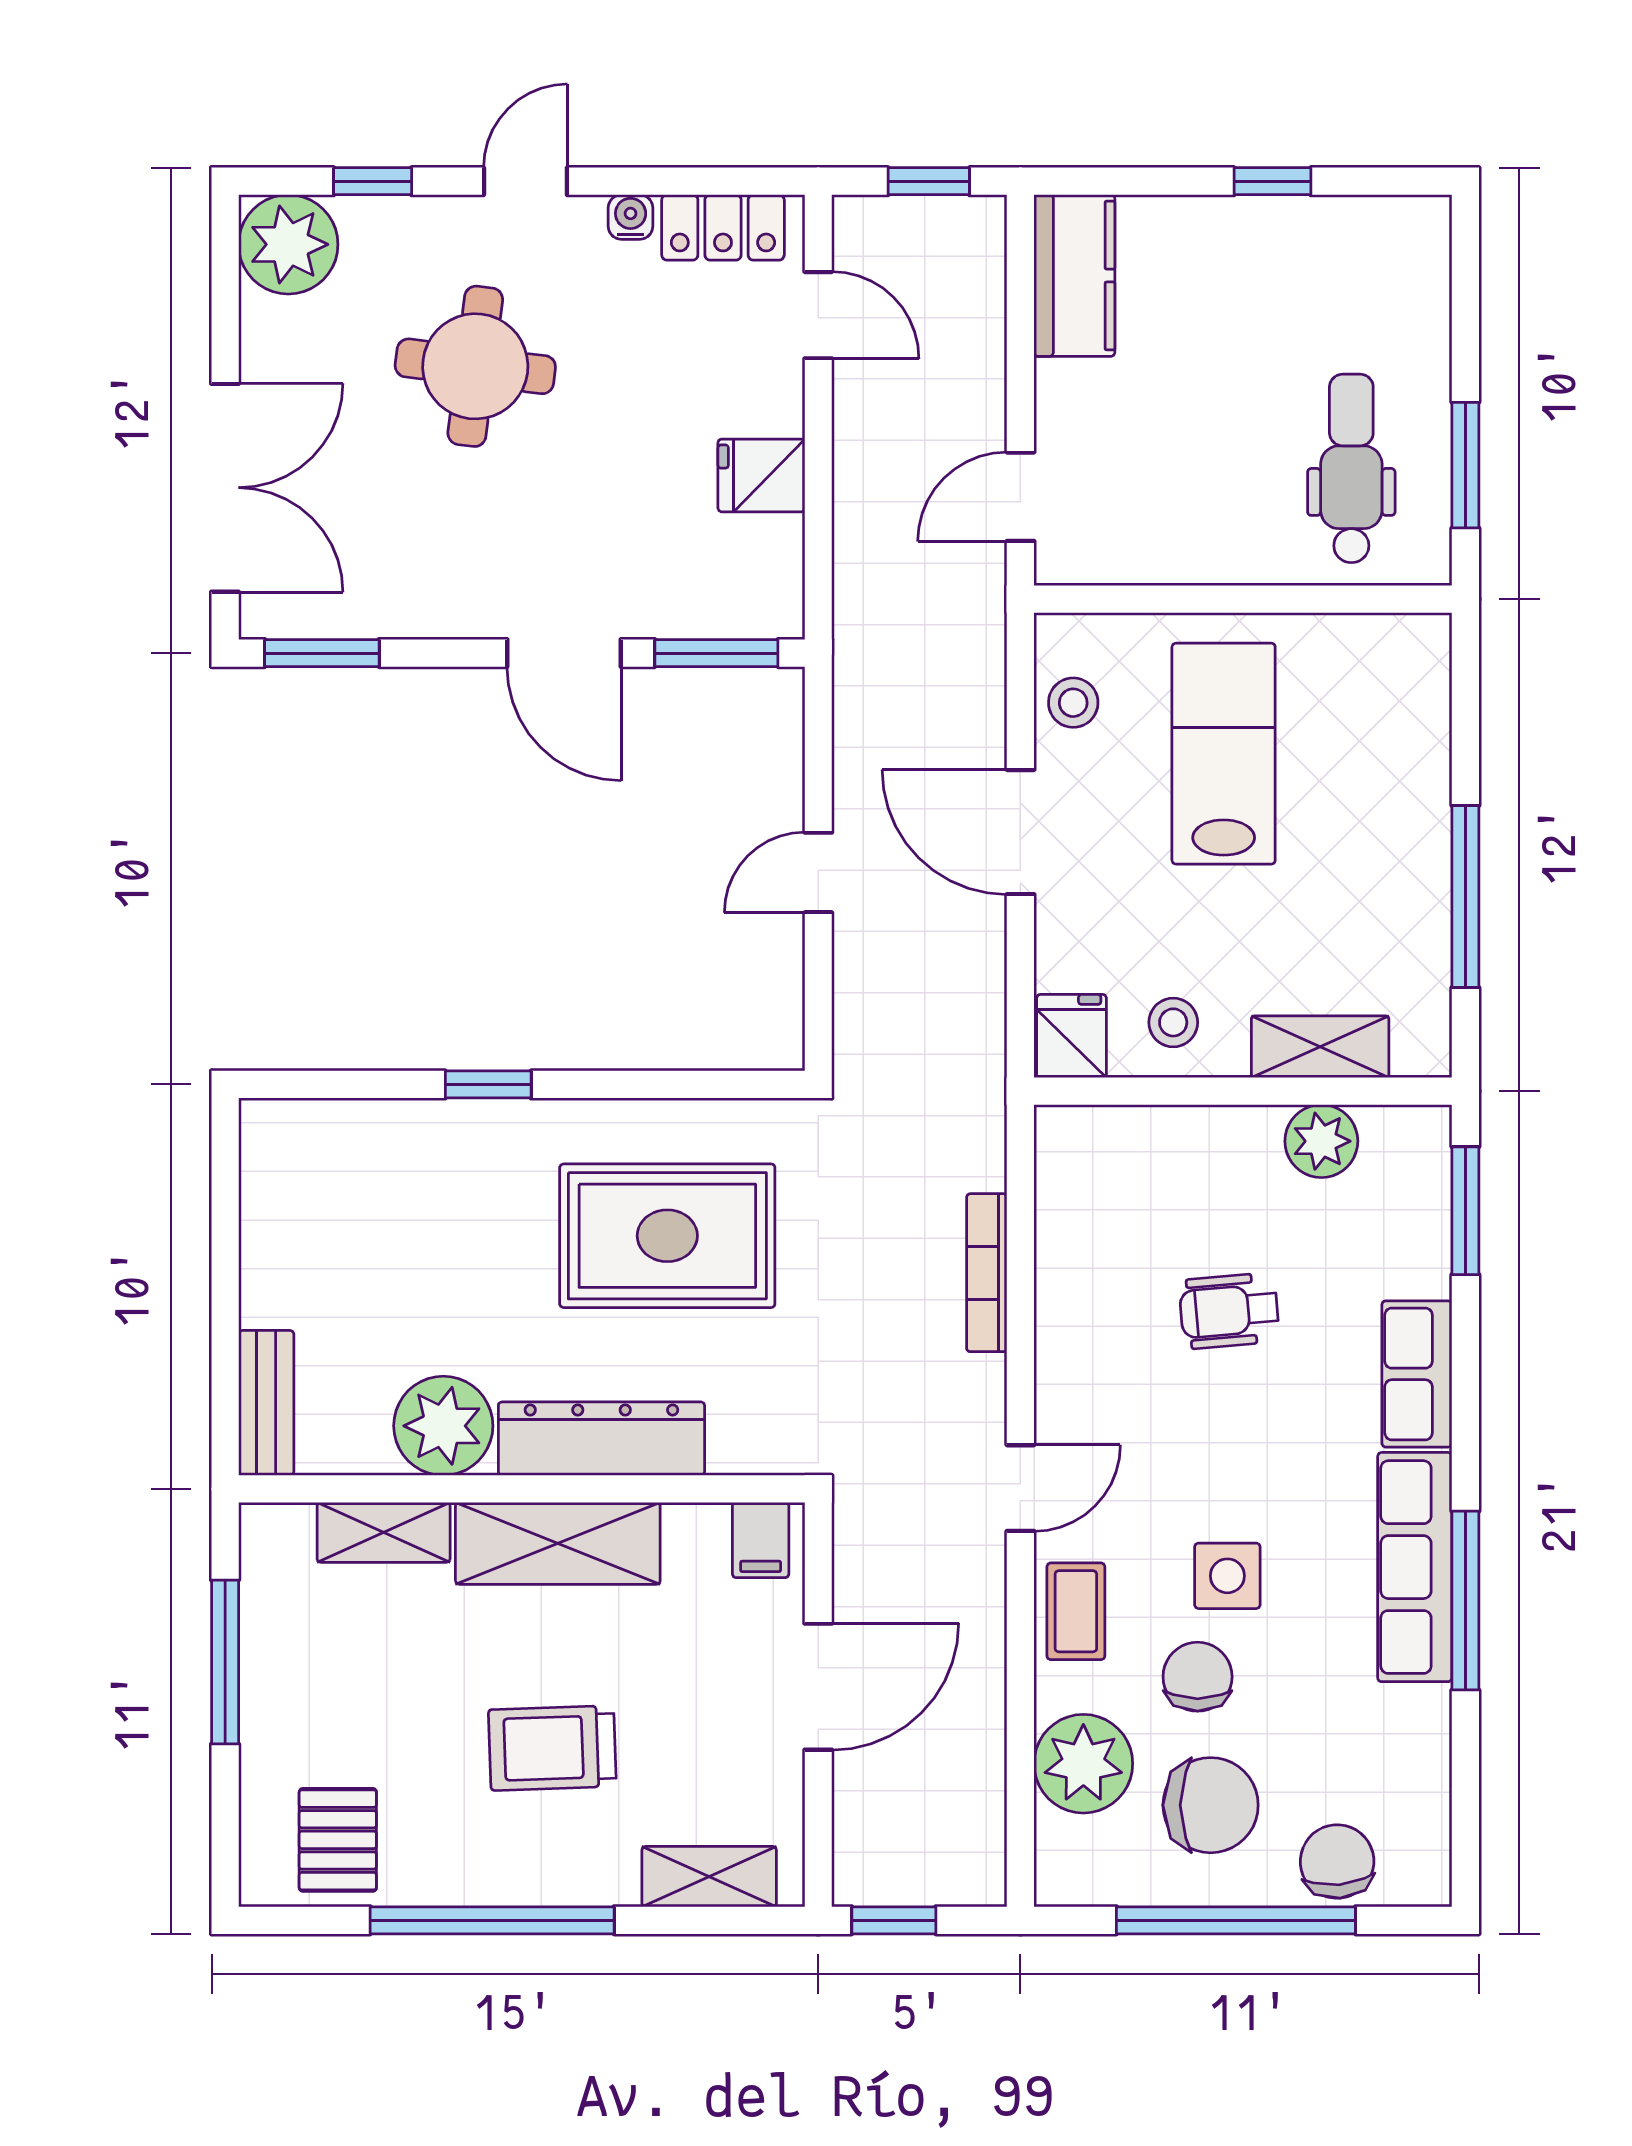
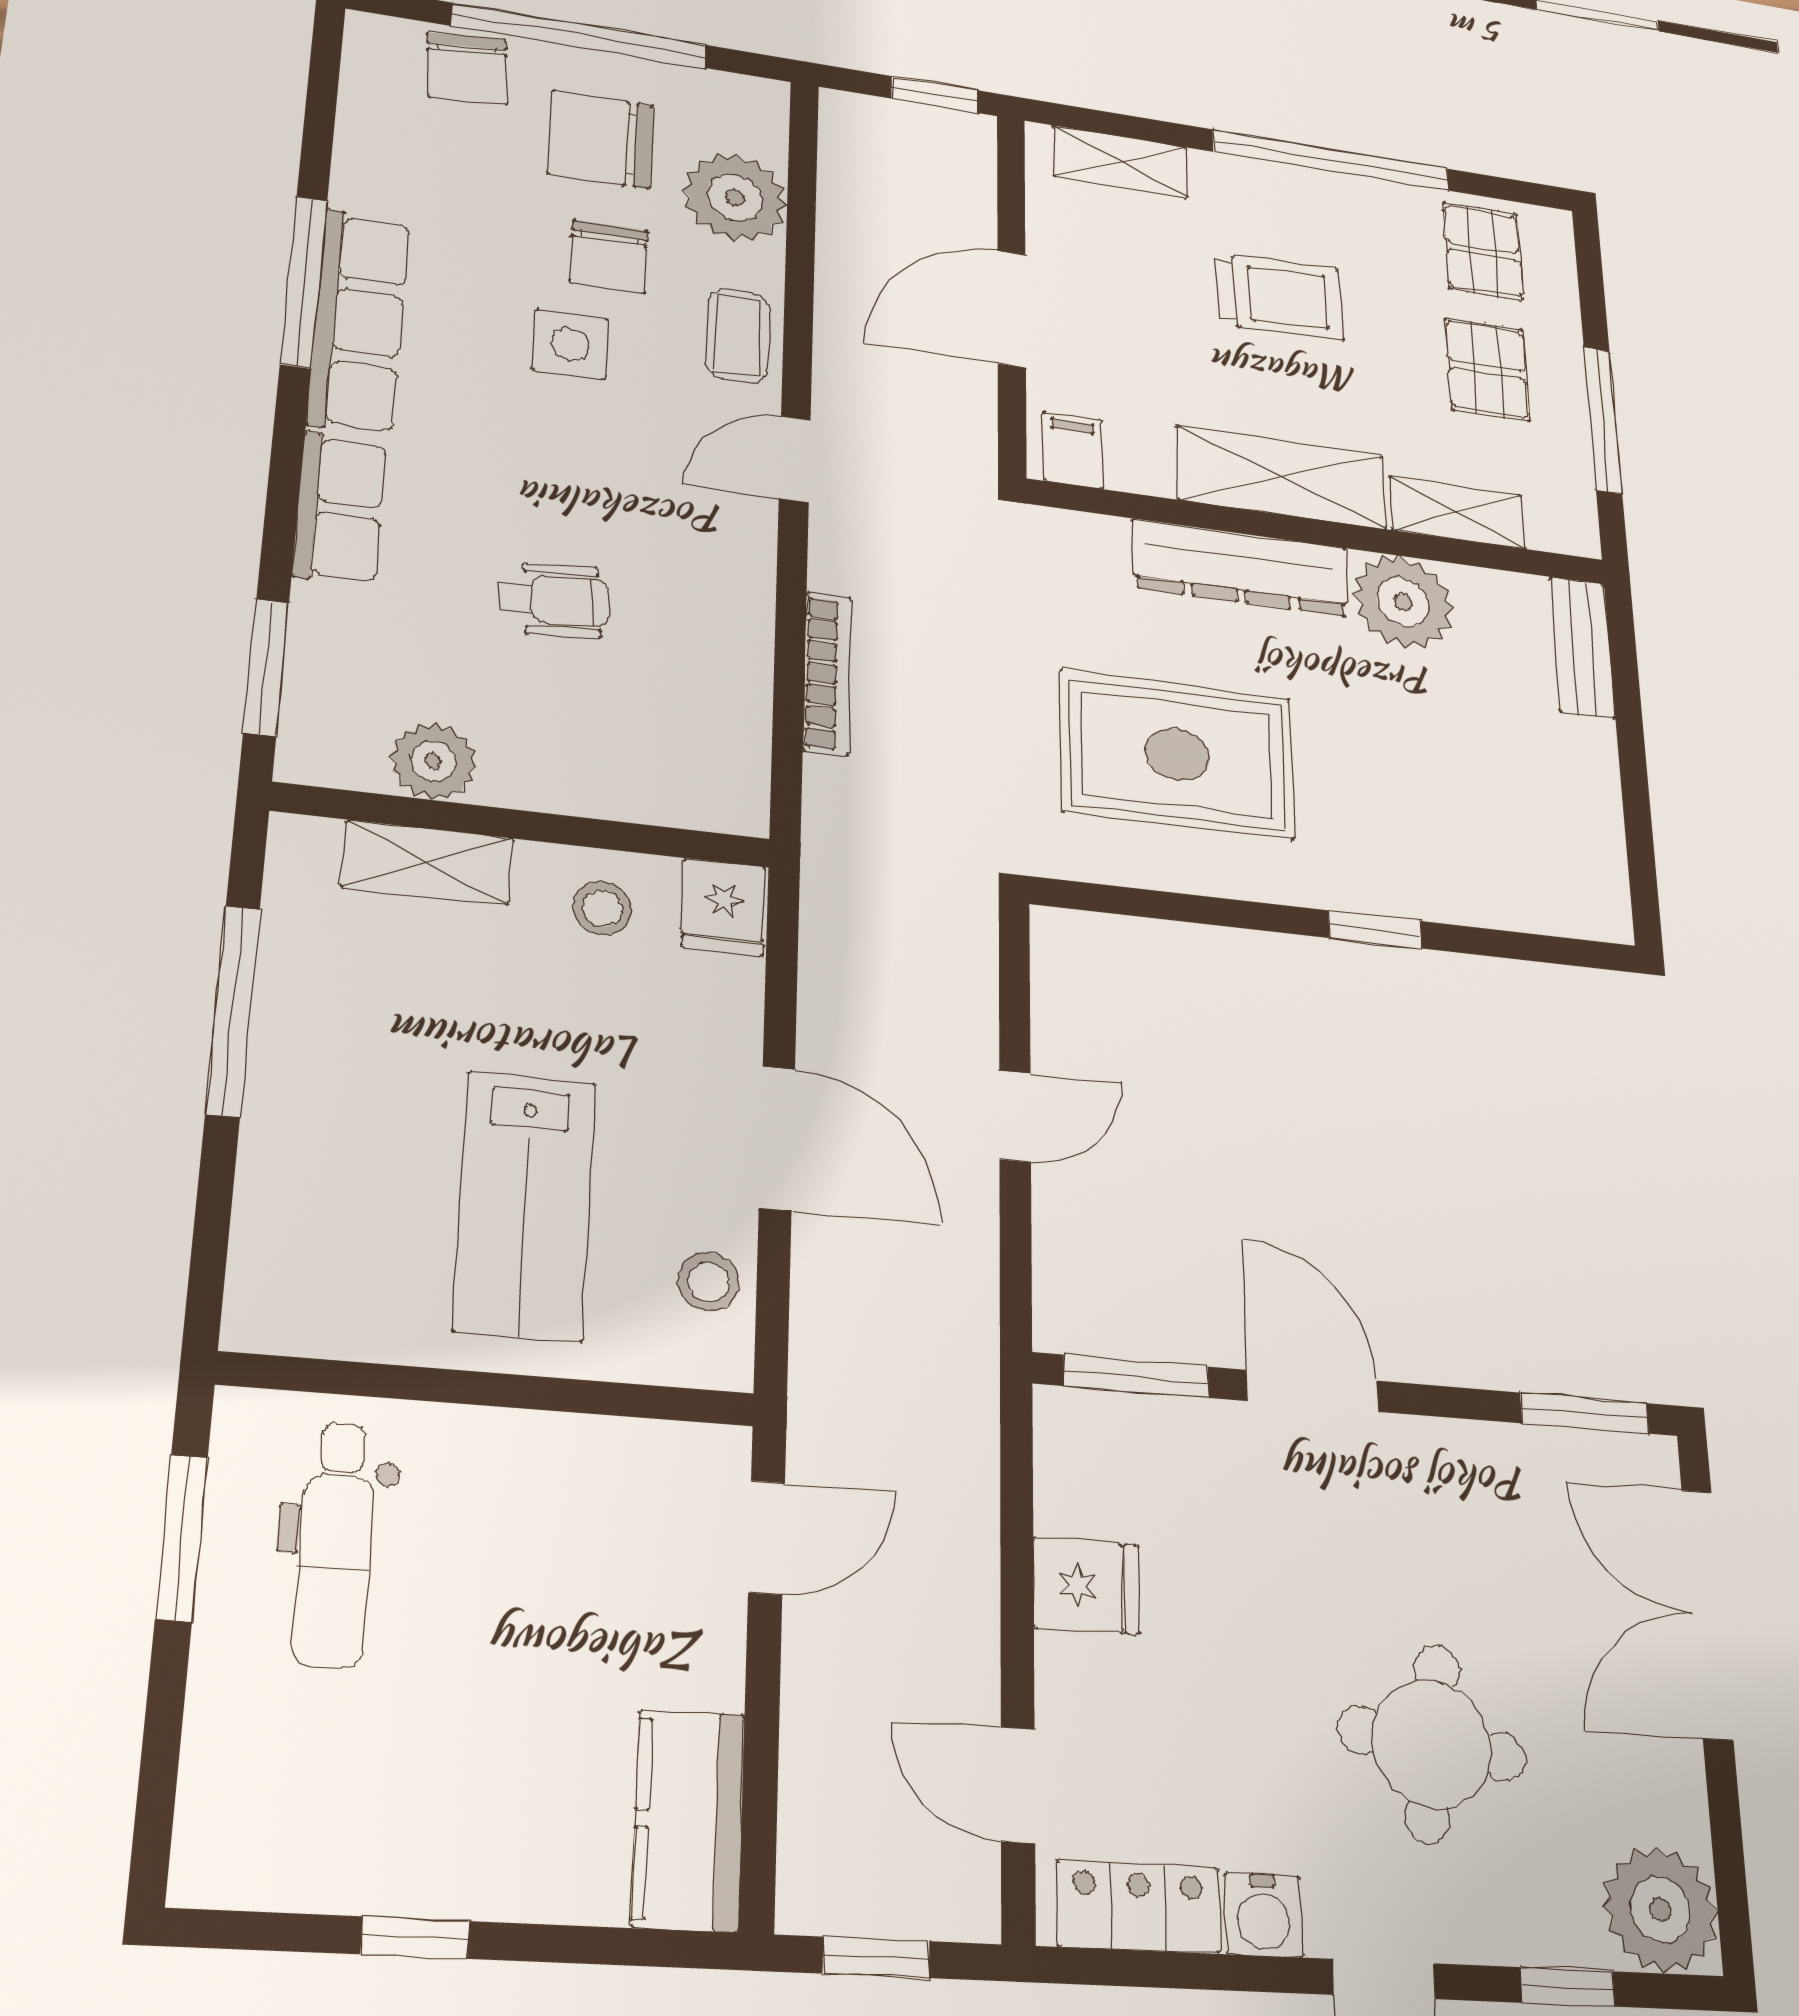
water cooler: (631, 217) -> (1264, 1915), width x1.38, depth x1.38
pallet: (342, 1701) -> (1487, 369), added

